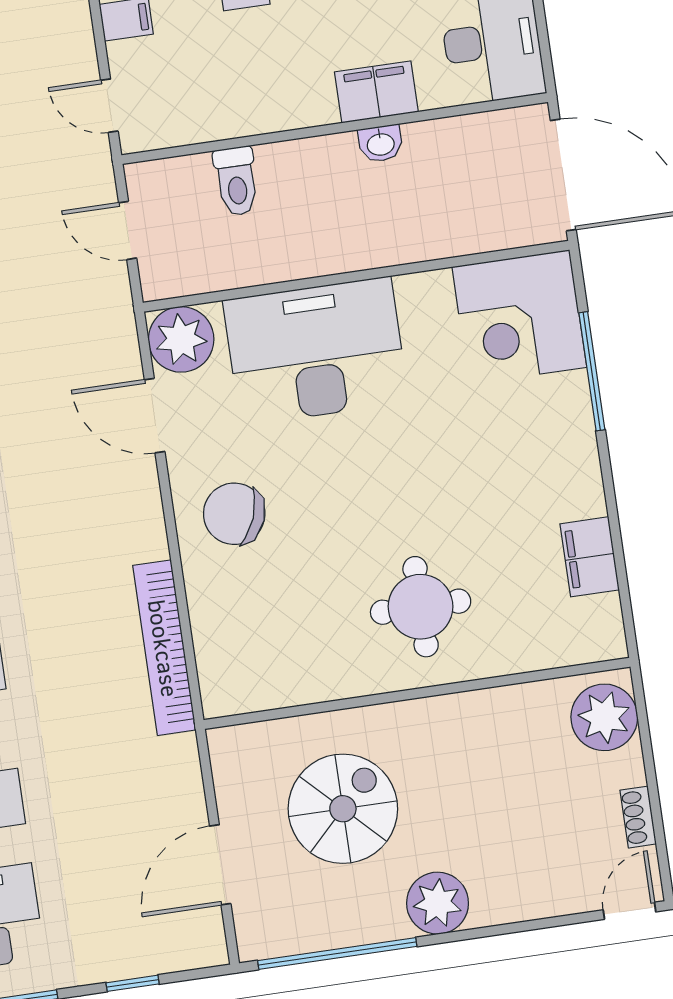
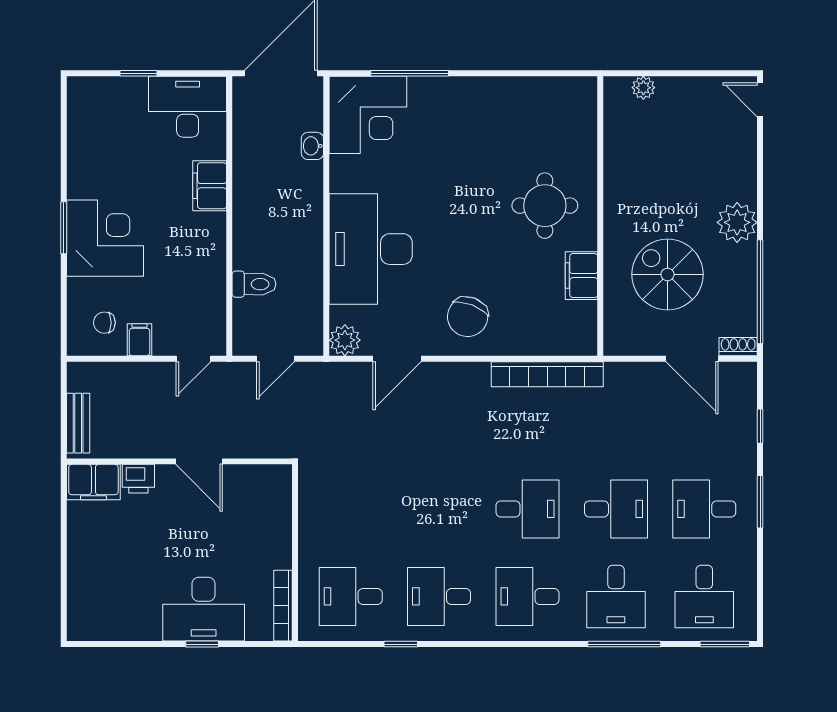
washbasin: (381, 144) -> (312, 146), moved, turned 180
plant: (181, 339) -> (345, 340), width x0.73, depth x0.73
filing cabinet: (590, 557) -> (581, 276), moved, turned 90
plant: (604, 717) -> (643, 88), width x0.53, depth x0.53
shoe rack: (638, 817) -> (738, 347), moved, turned 180

